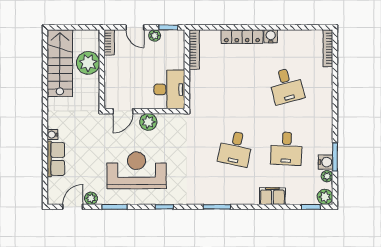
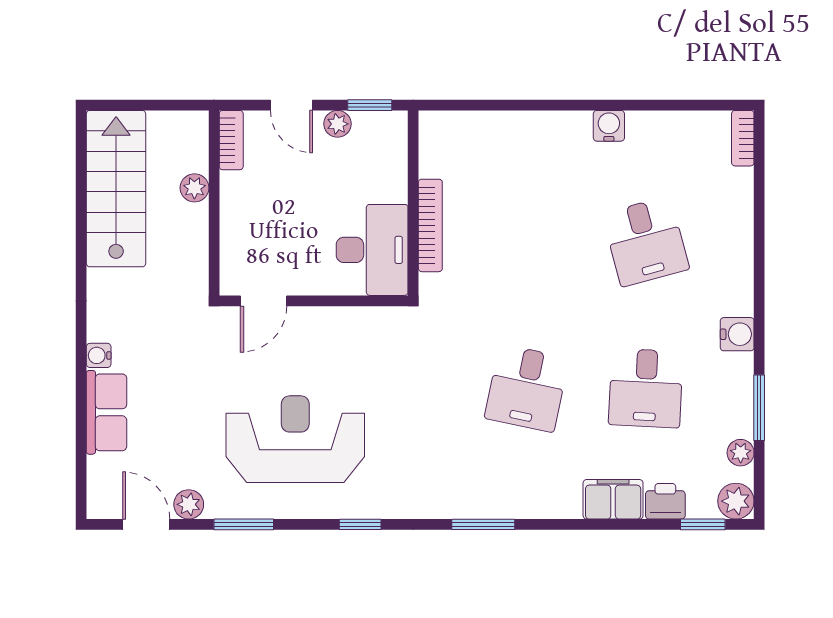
locker: (242, 37) -> (542, 126), removed
bookcase: (328, 48) -> (743, 138), width x0.64
bookcase: (194, 50) -> (430, 225), moved
plant: (88, 63) -> (194, 188), width x0.53, depth x0.53
plant: (148, 122) -> (323, 326), removed
water cooler: (326, 162) -> (737, 334), moved
printer: (295, 197) -> (665, 501), added
door: (73, 207) -> (146, 524), hinge flipped

